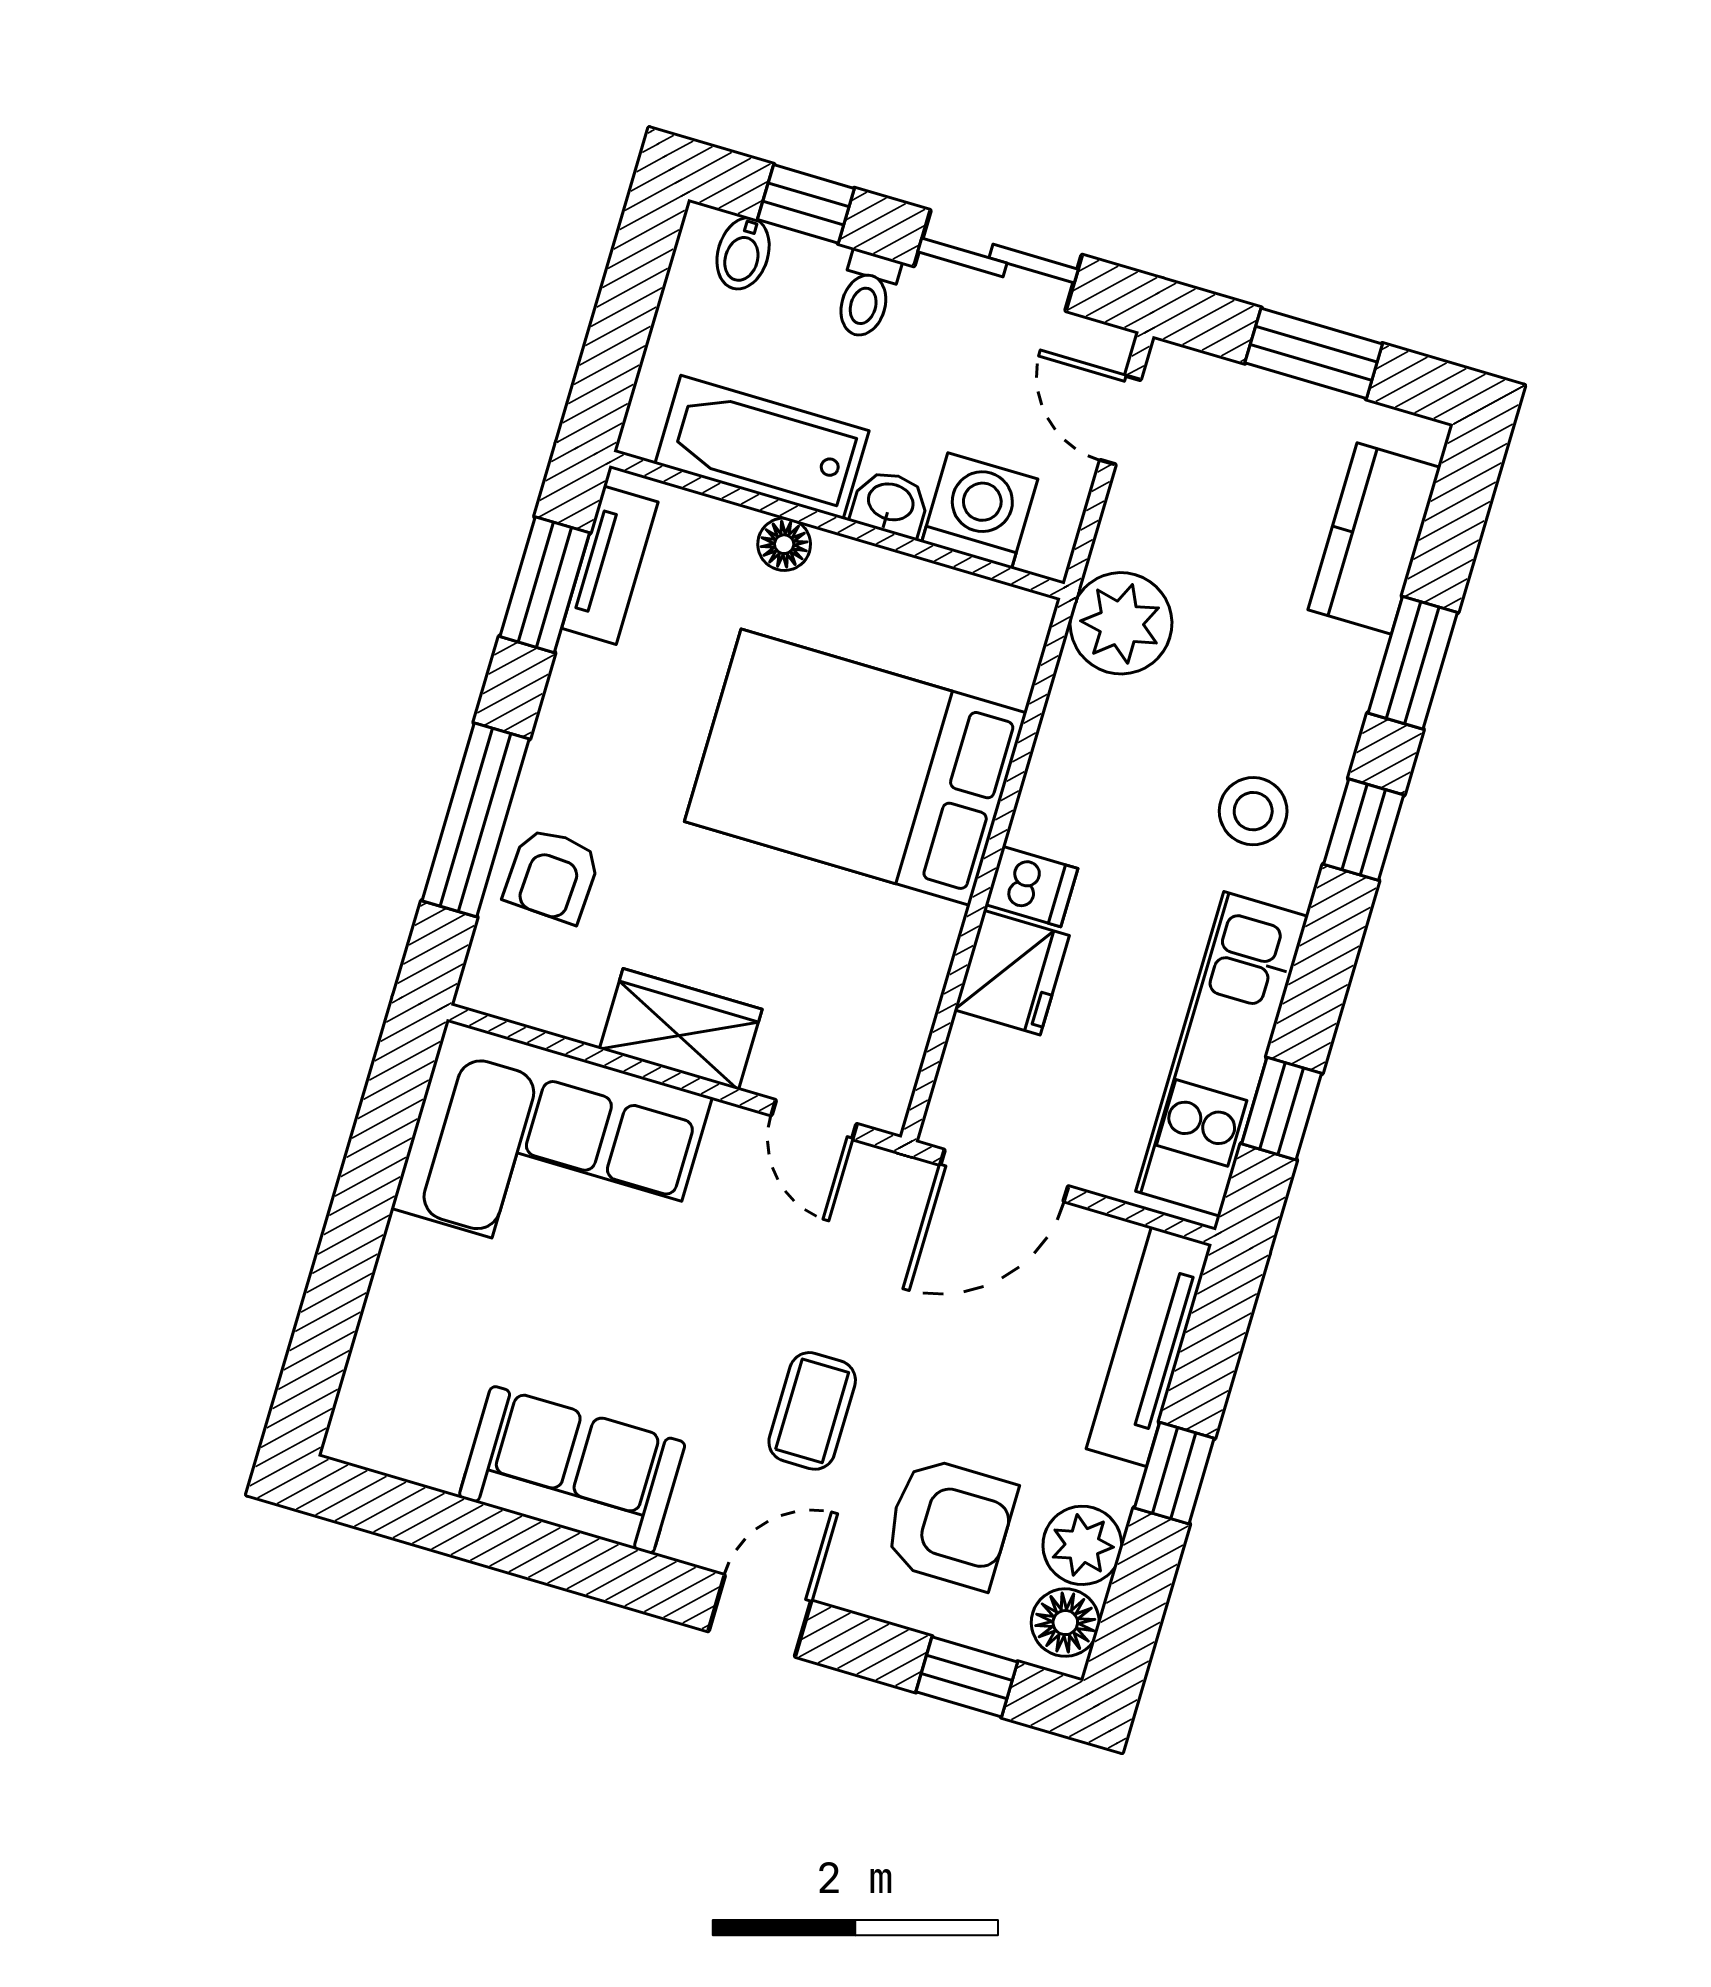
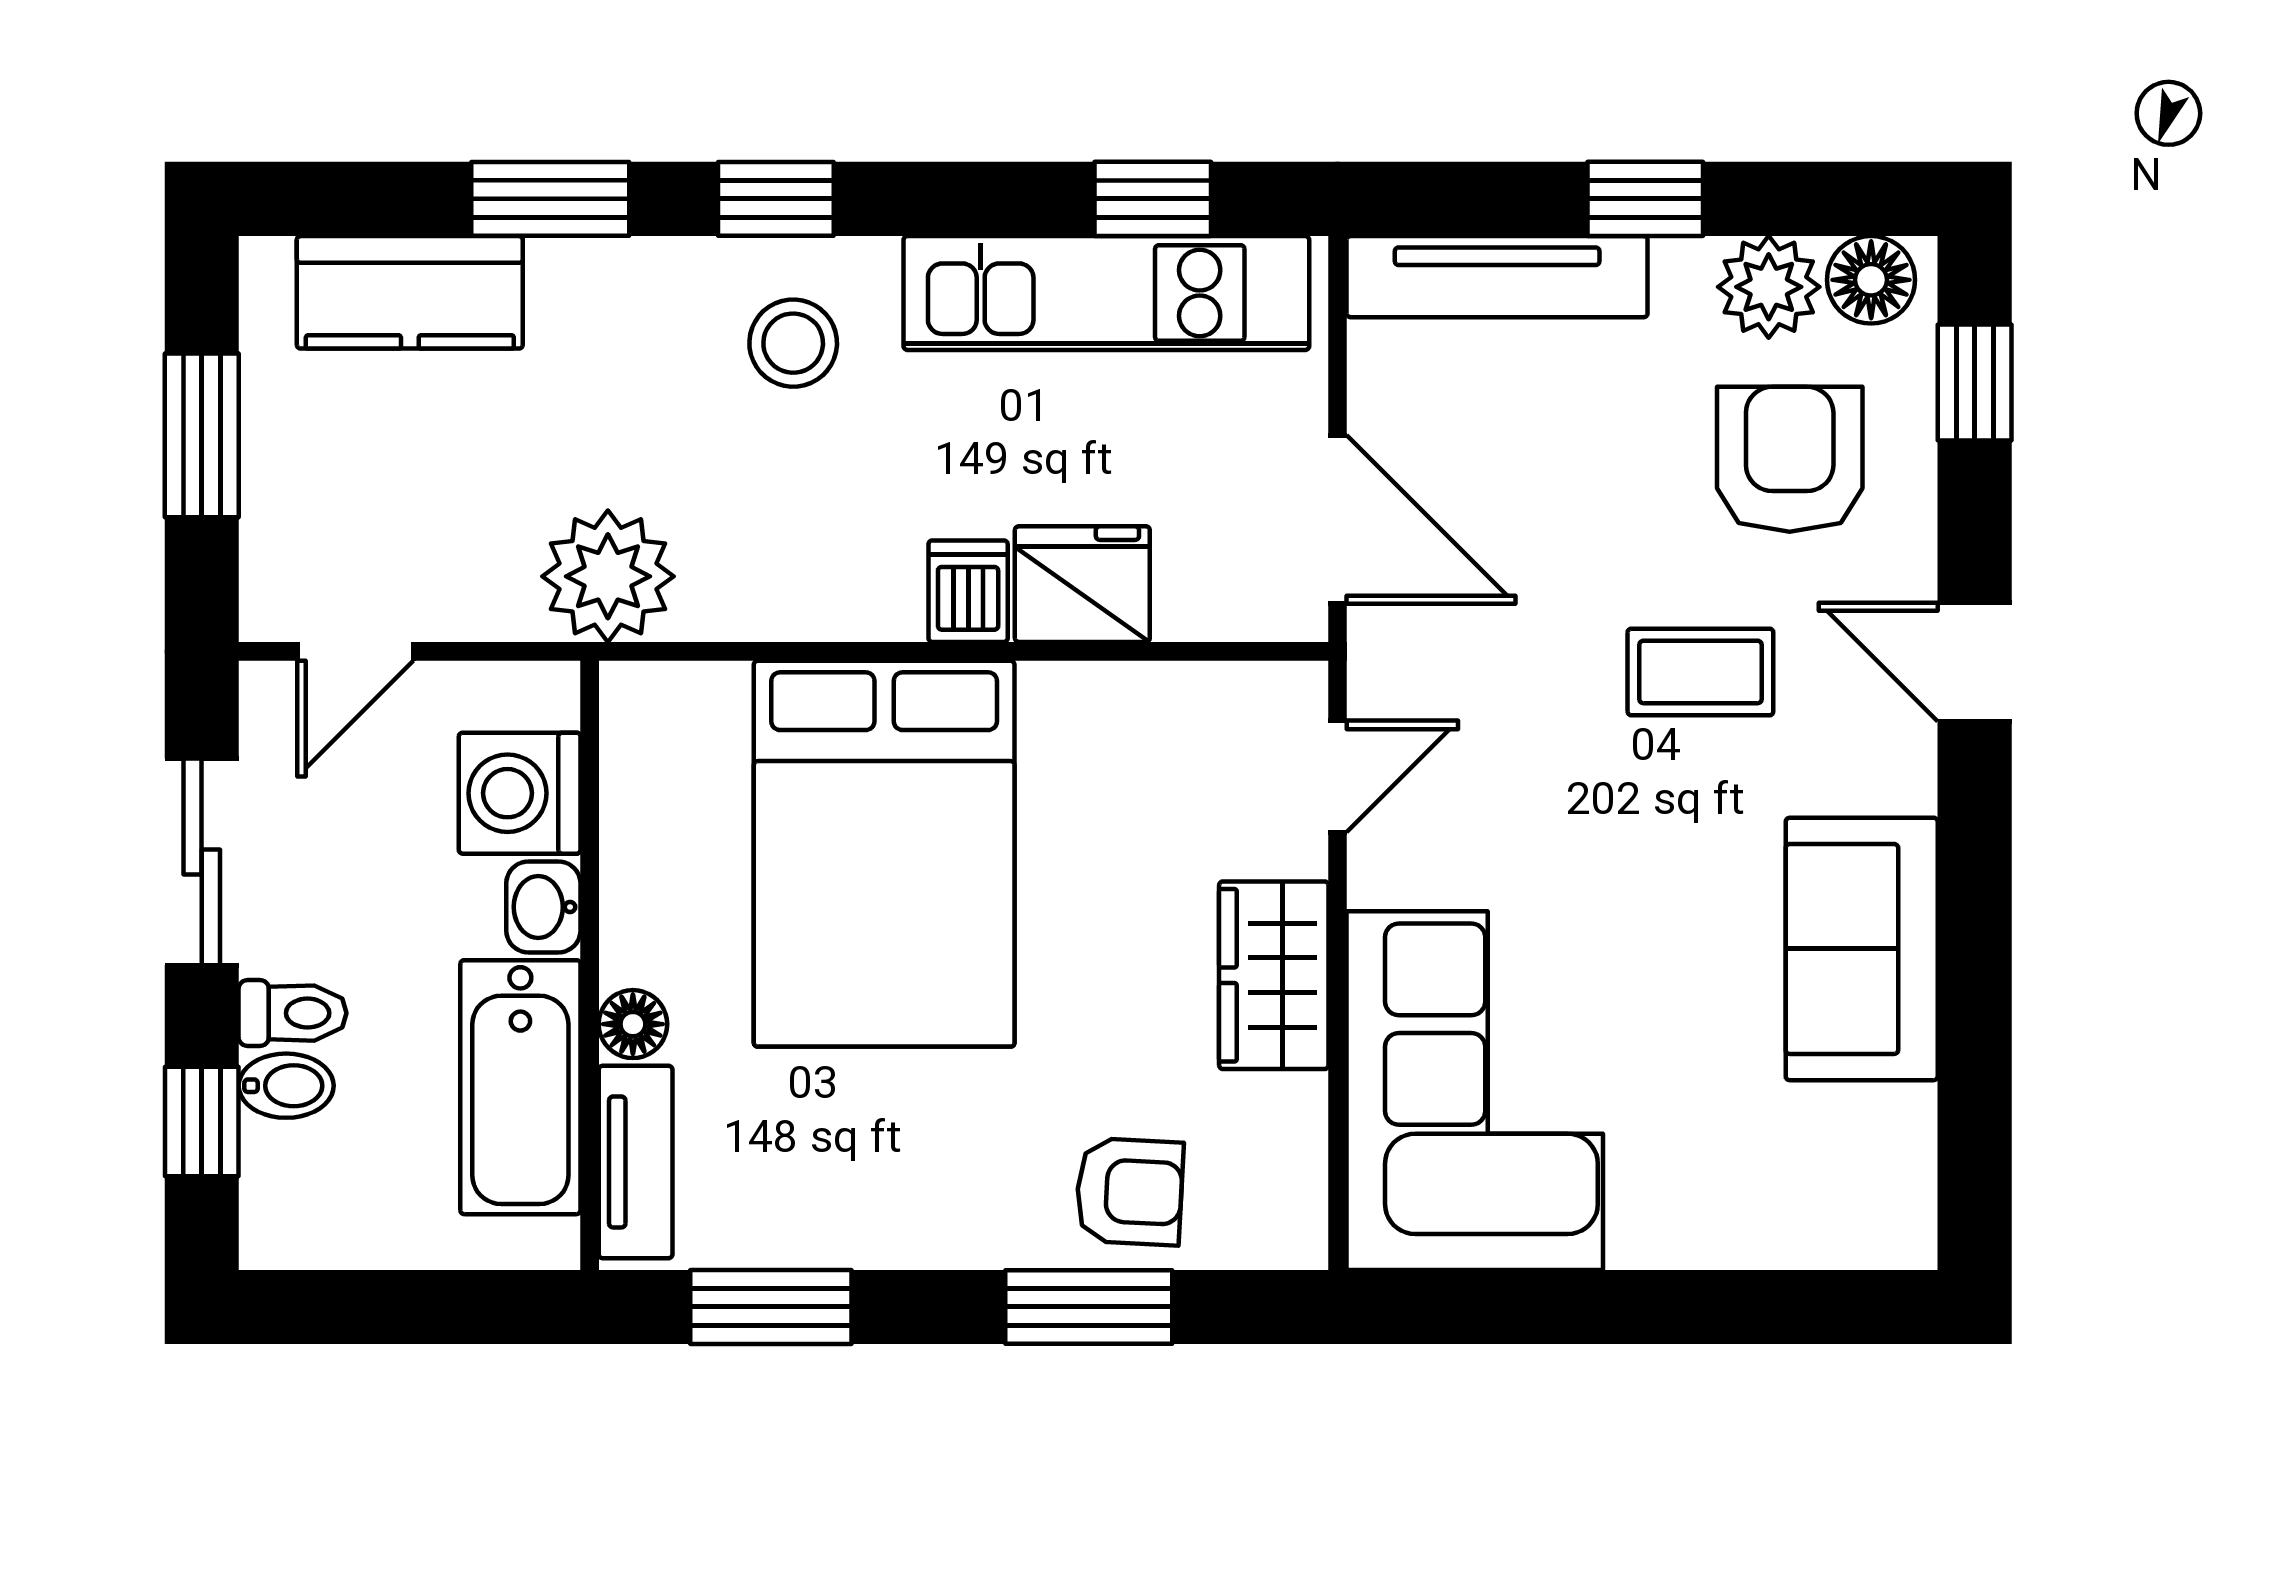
bidet: (743, 253) -> (286, 1086), moved
tv unit: (610, 565) -> (636, 1162), moved, turned 90
window: (476, 820) -> (1089, 1307), width x0.69

